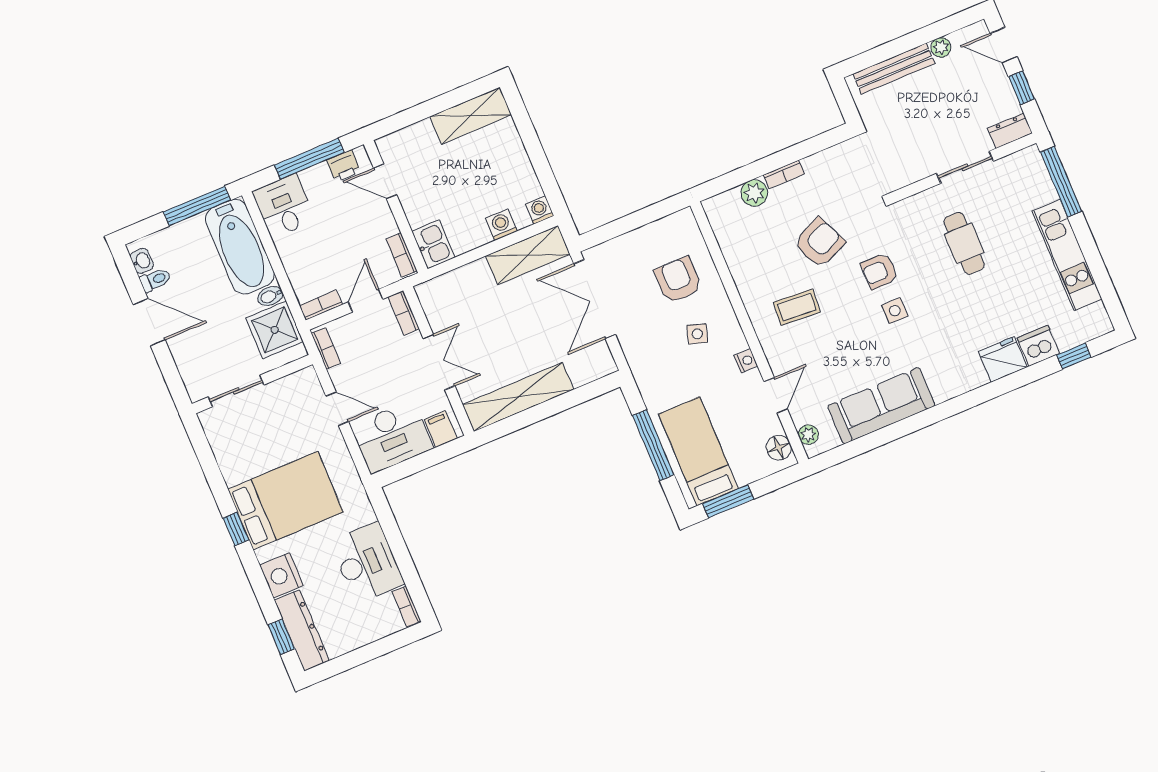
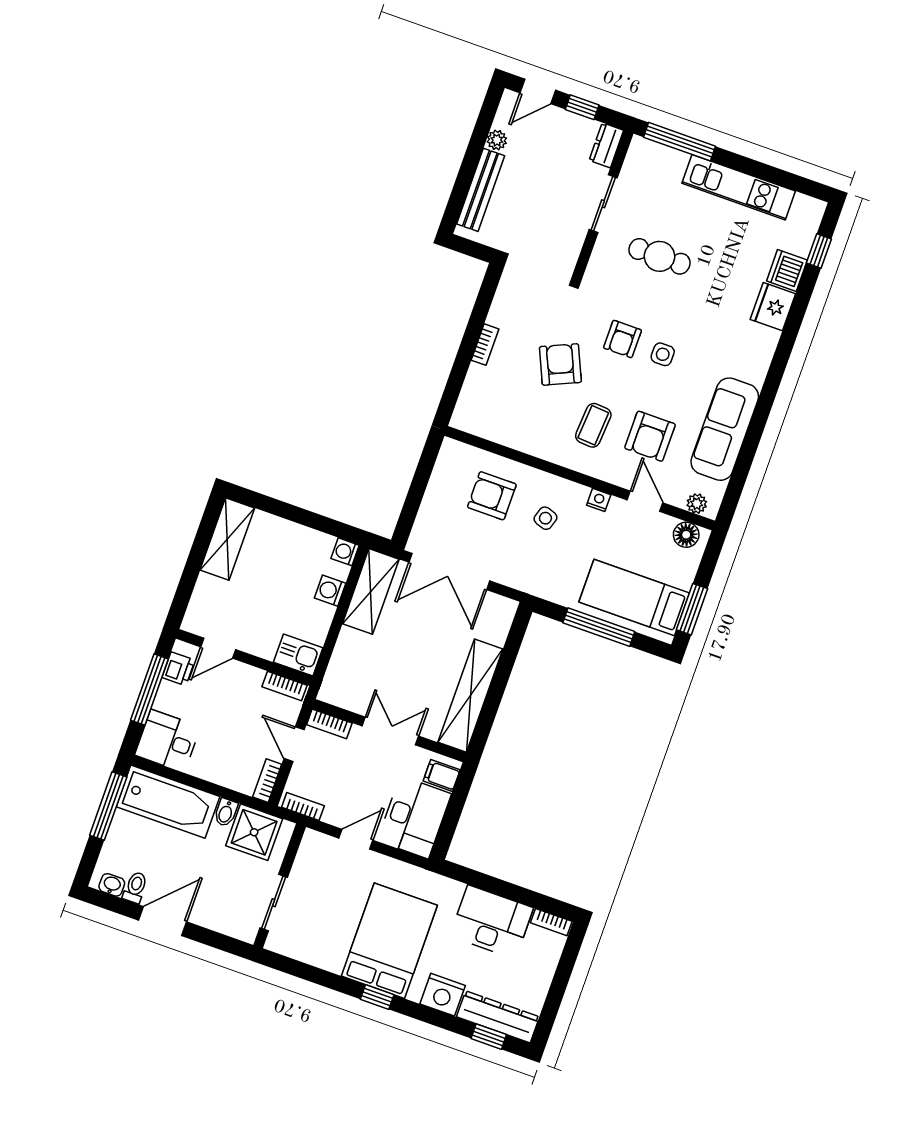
plant: (754, 193) -> (479, 379), removed
armchair: (827, 356) -> (650, 436), added

